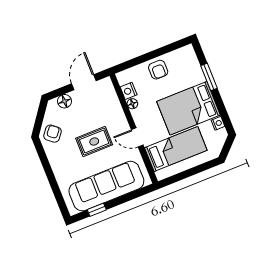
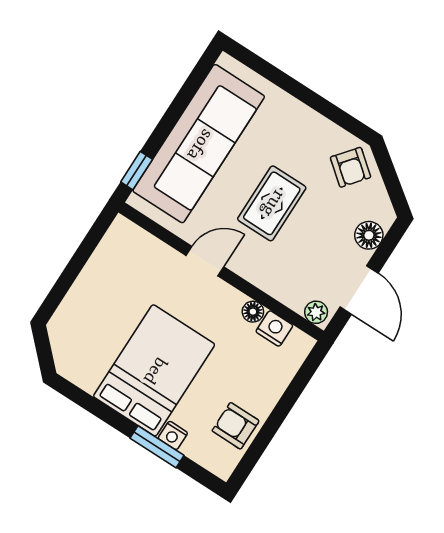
armchair: (158, 70) -> (236, 426), moved
plant: (107, 86) -> (316, 312), added
nightstand: (218, 123) -> (173, 435), moved
bed: (176, 149) -> (127, 287), removed
window: (97, 210) -> (137, 171), moved

